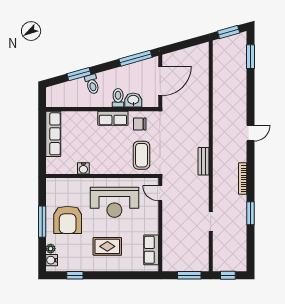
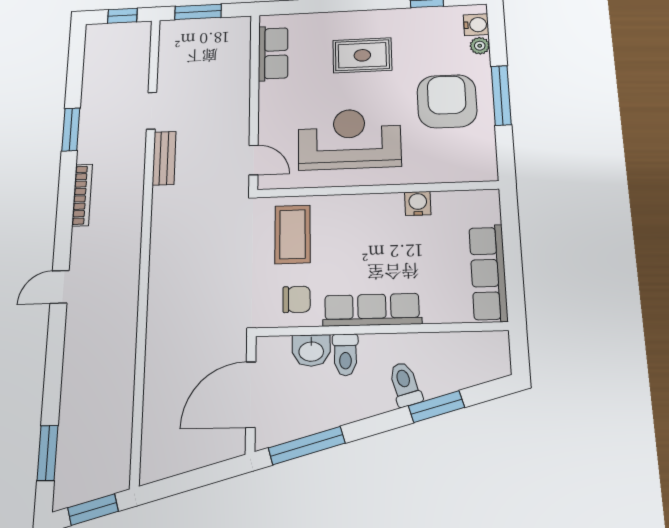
row of seats: (113, 118) -> (372, 310), width x1.48
bench: (204, 161) -> (164, 158), moved

